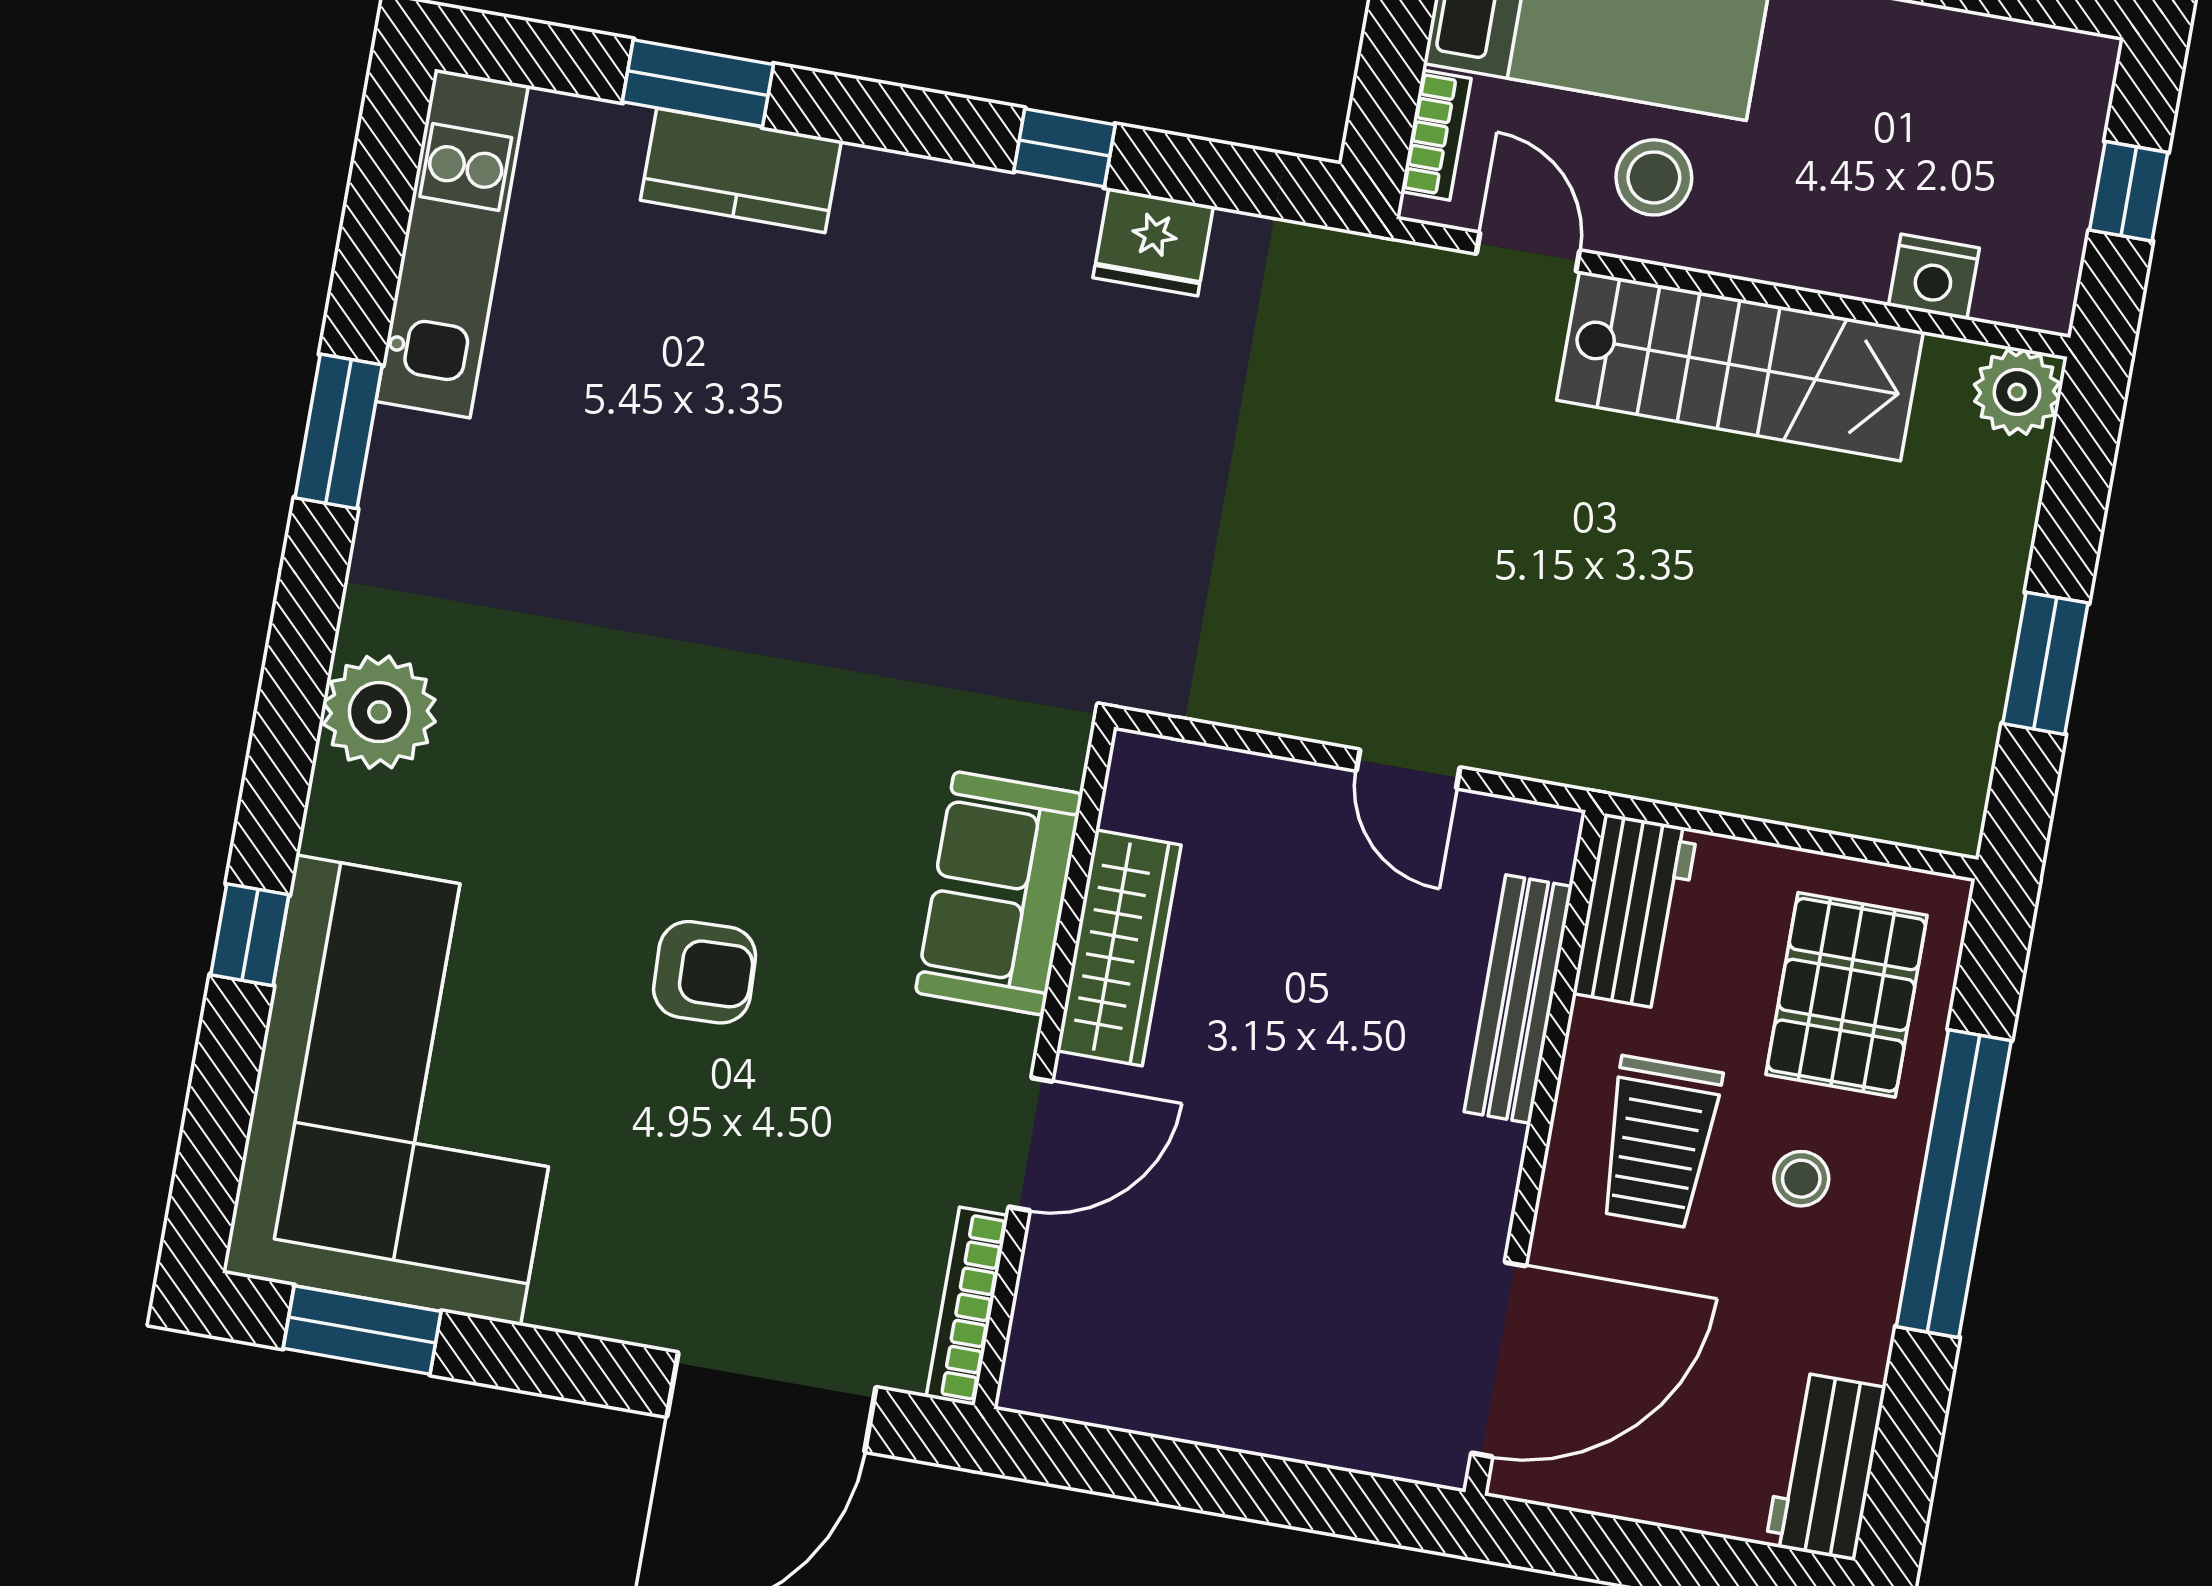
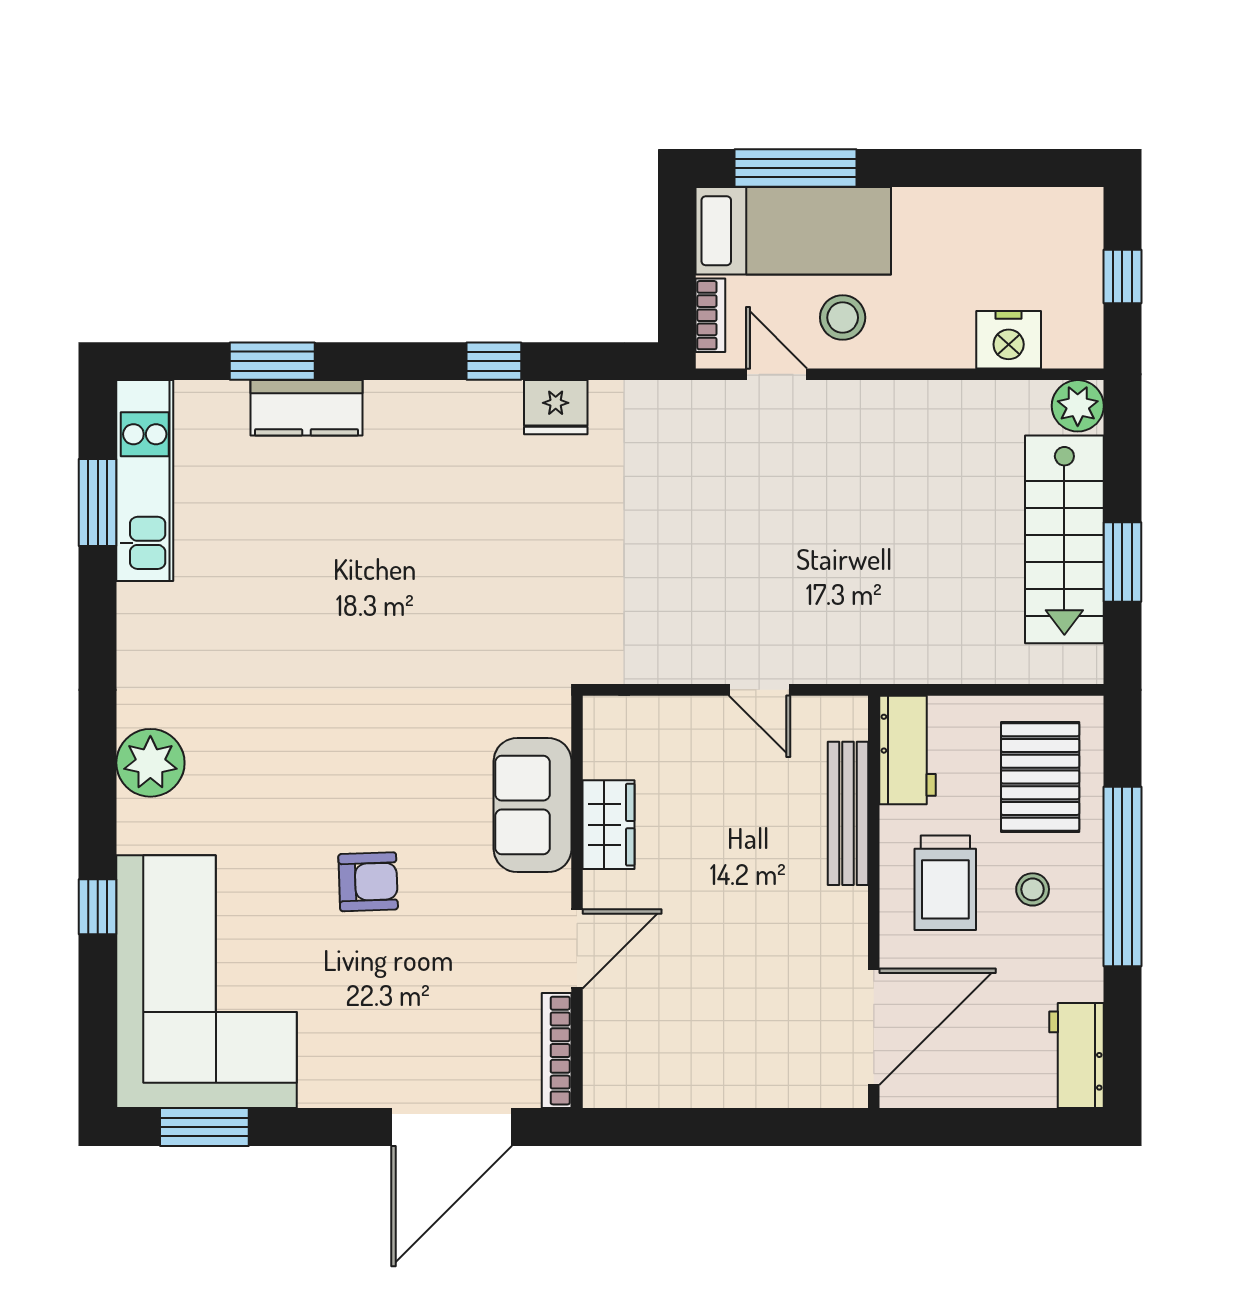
nightstand: (1934, 277) -> (1009, 340), width x1.36, depth x1.33
stairs: (1740, 366) -> (1064, 539), moved, turned 90
window: (339, 431) -> (98, 502), moved
wardrobe: (1119, 948) -> (609, 825), width x0.67

